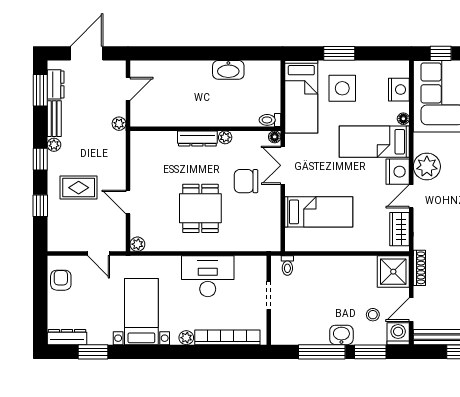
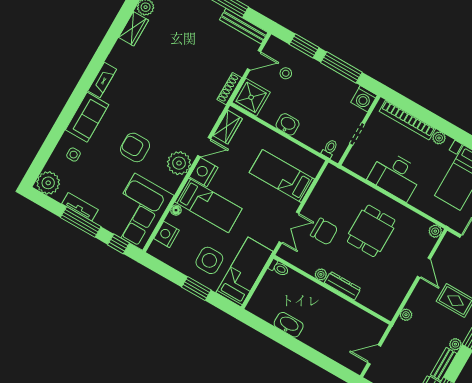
plant: (119, 124) -> (406, 315), moved
floor lamp: (275, 137) -> (283, 253), removed
washing machine: (398, 334) -> (364, 99), moved
washbasin: (341, 335) -> (288, 124), moved, turned 180

